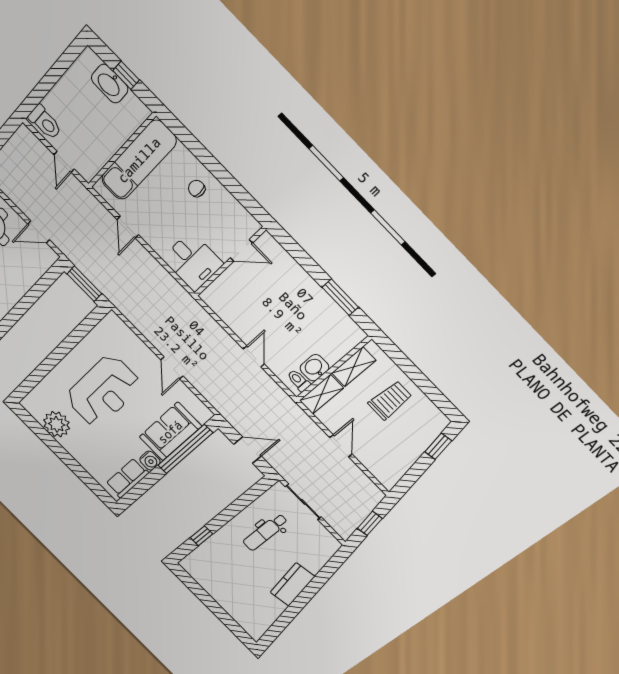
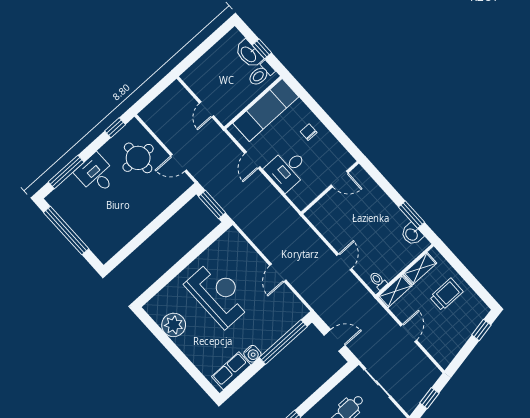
toilet: (45, 122) -> (261, 74), moved, turned 90
desk: (193, 261) -> (287, 169), moved, turned 90
washbasin: (314, 368) -> (412, 234), moved, turned -90
reception desk: (103, 391) -> (218, 294), turned -90
sofa: (170, 432) -> (272, 327), removed

